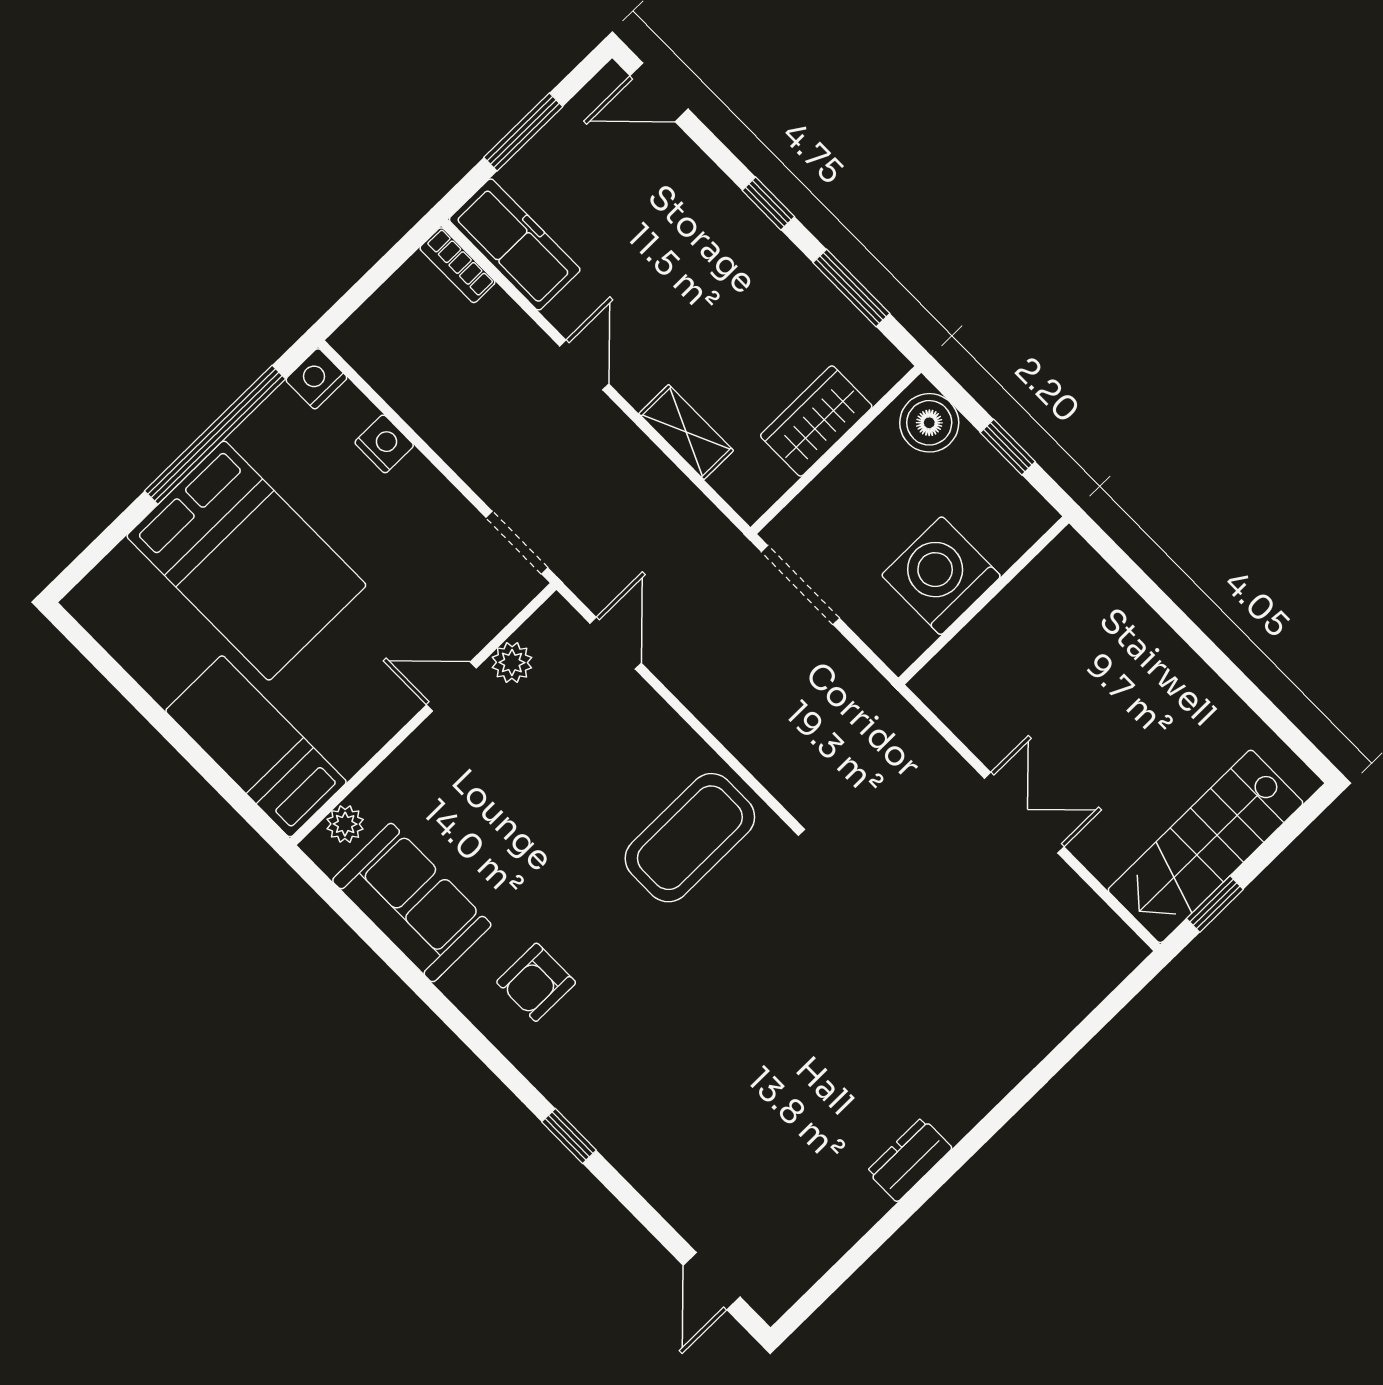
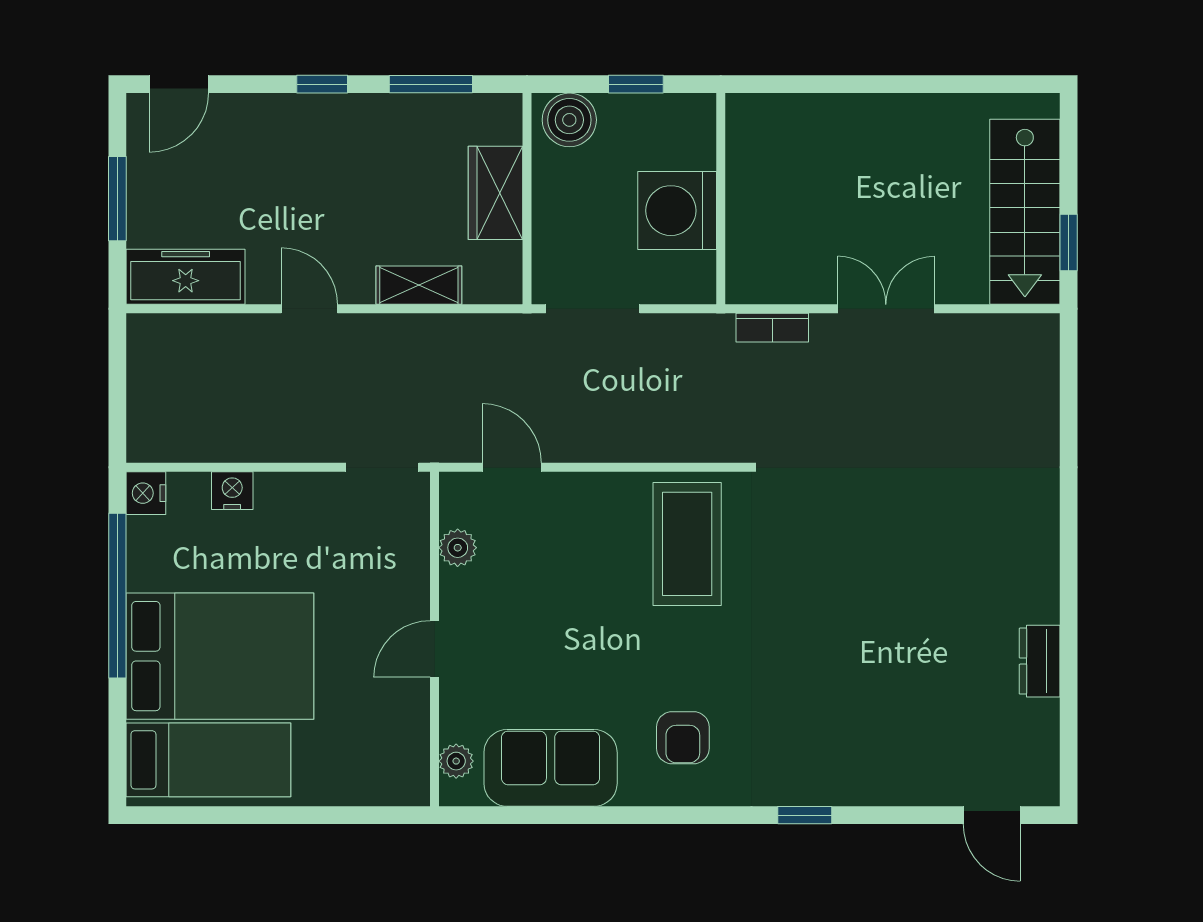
bookcase: (457, 265) -> (772, 328), moved
door: (451, 687) -> (434, 649), moved
bed: (256, 746) -> (208, 760), moved, turned 180
dresser: (910, 1160) -> (1040, 661), moved

